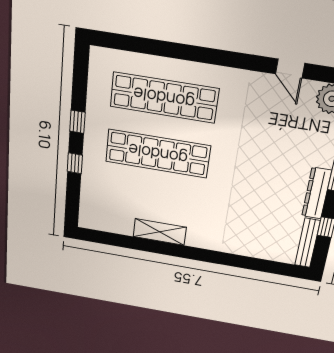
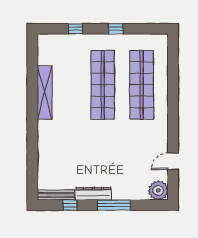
window: (75, 163) -> (76, 29), moved
shelving: (160, 232) -> (45, 93), width x1.47

